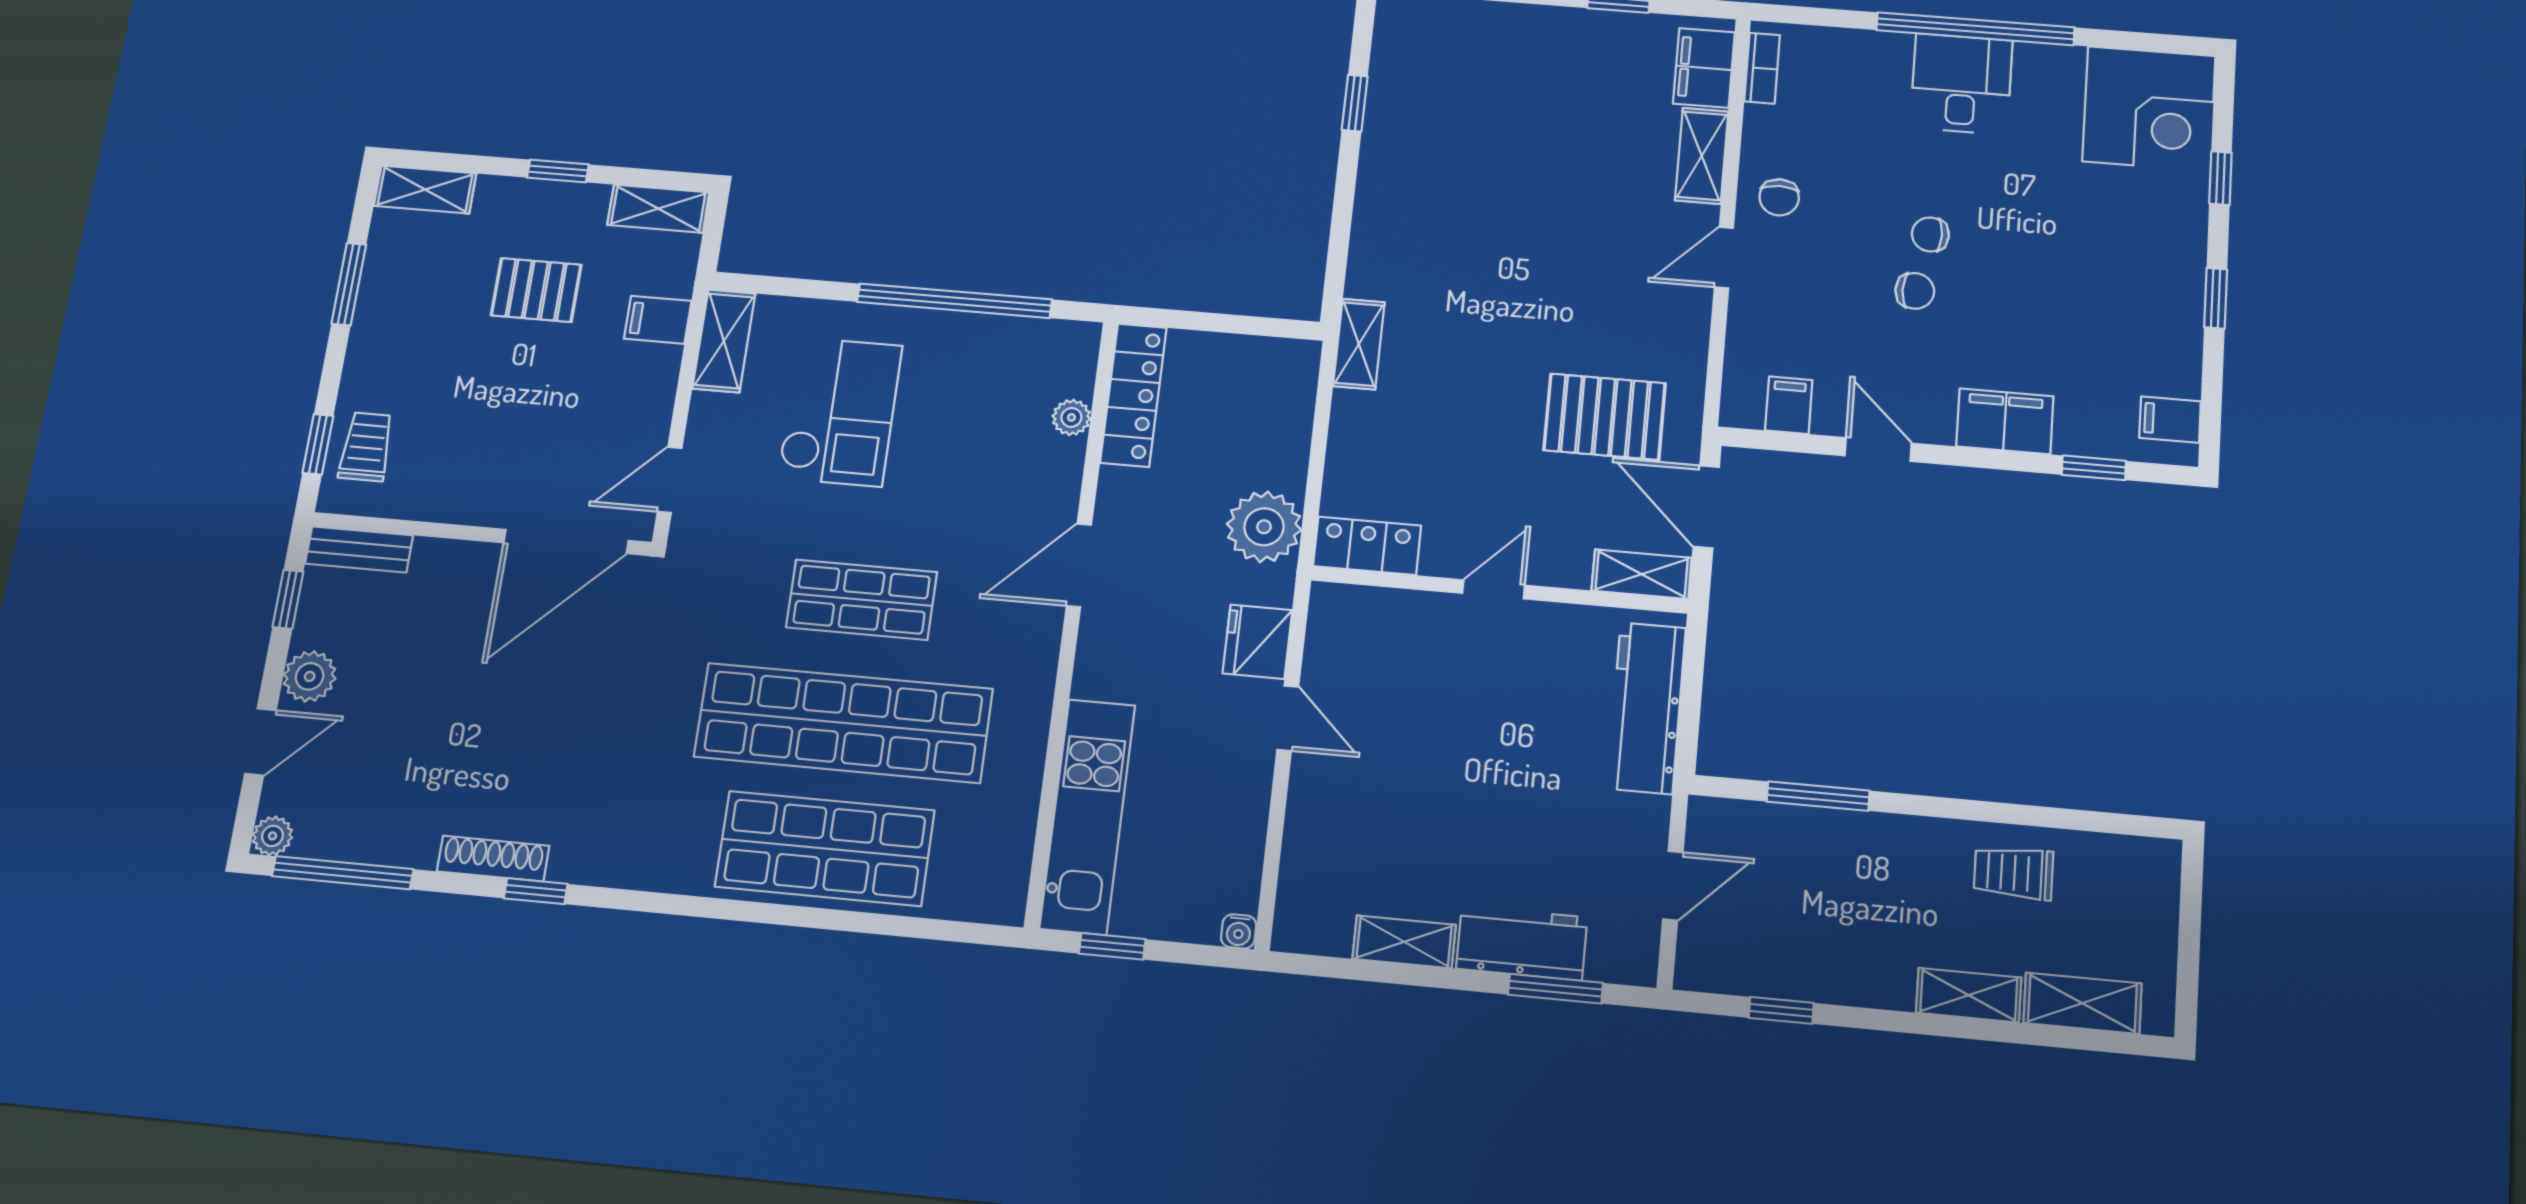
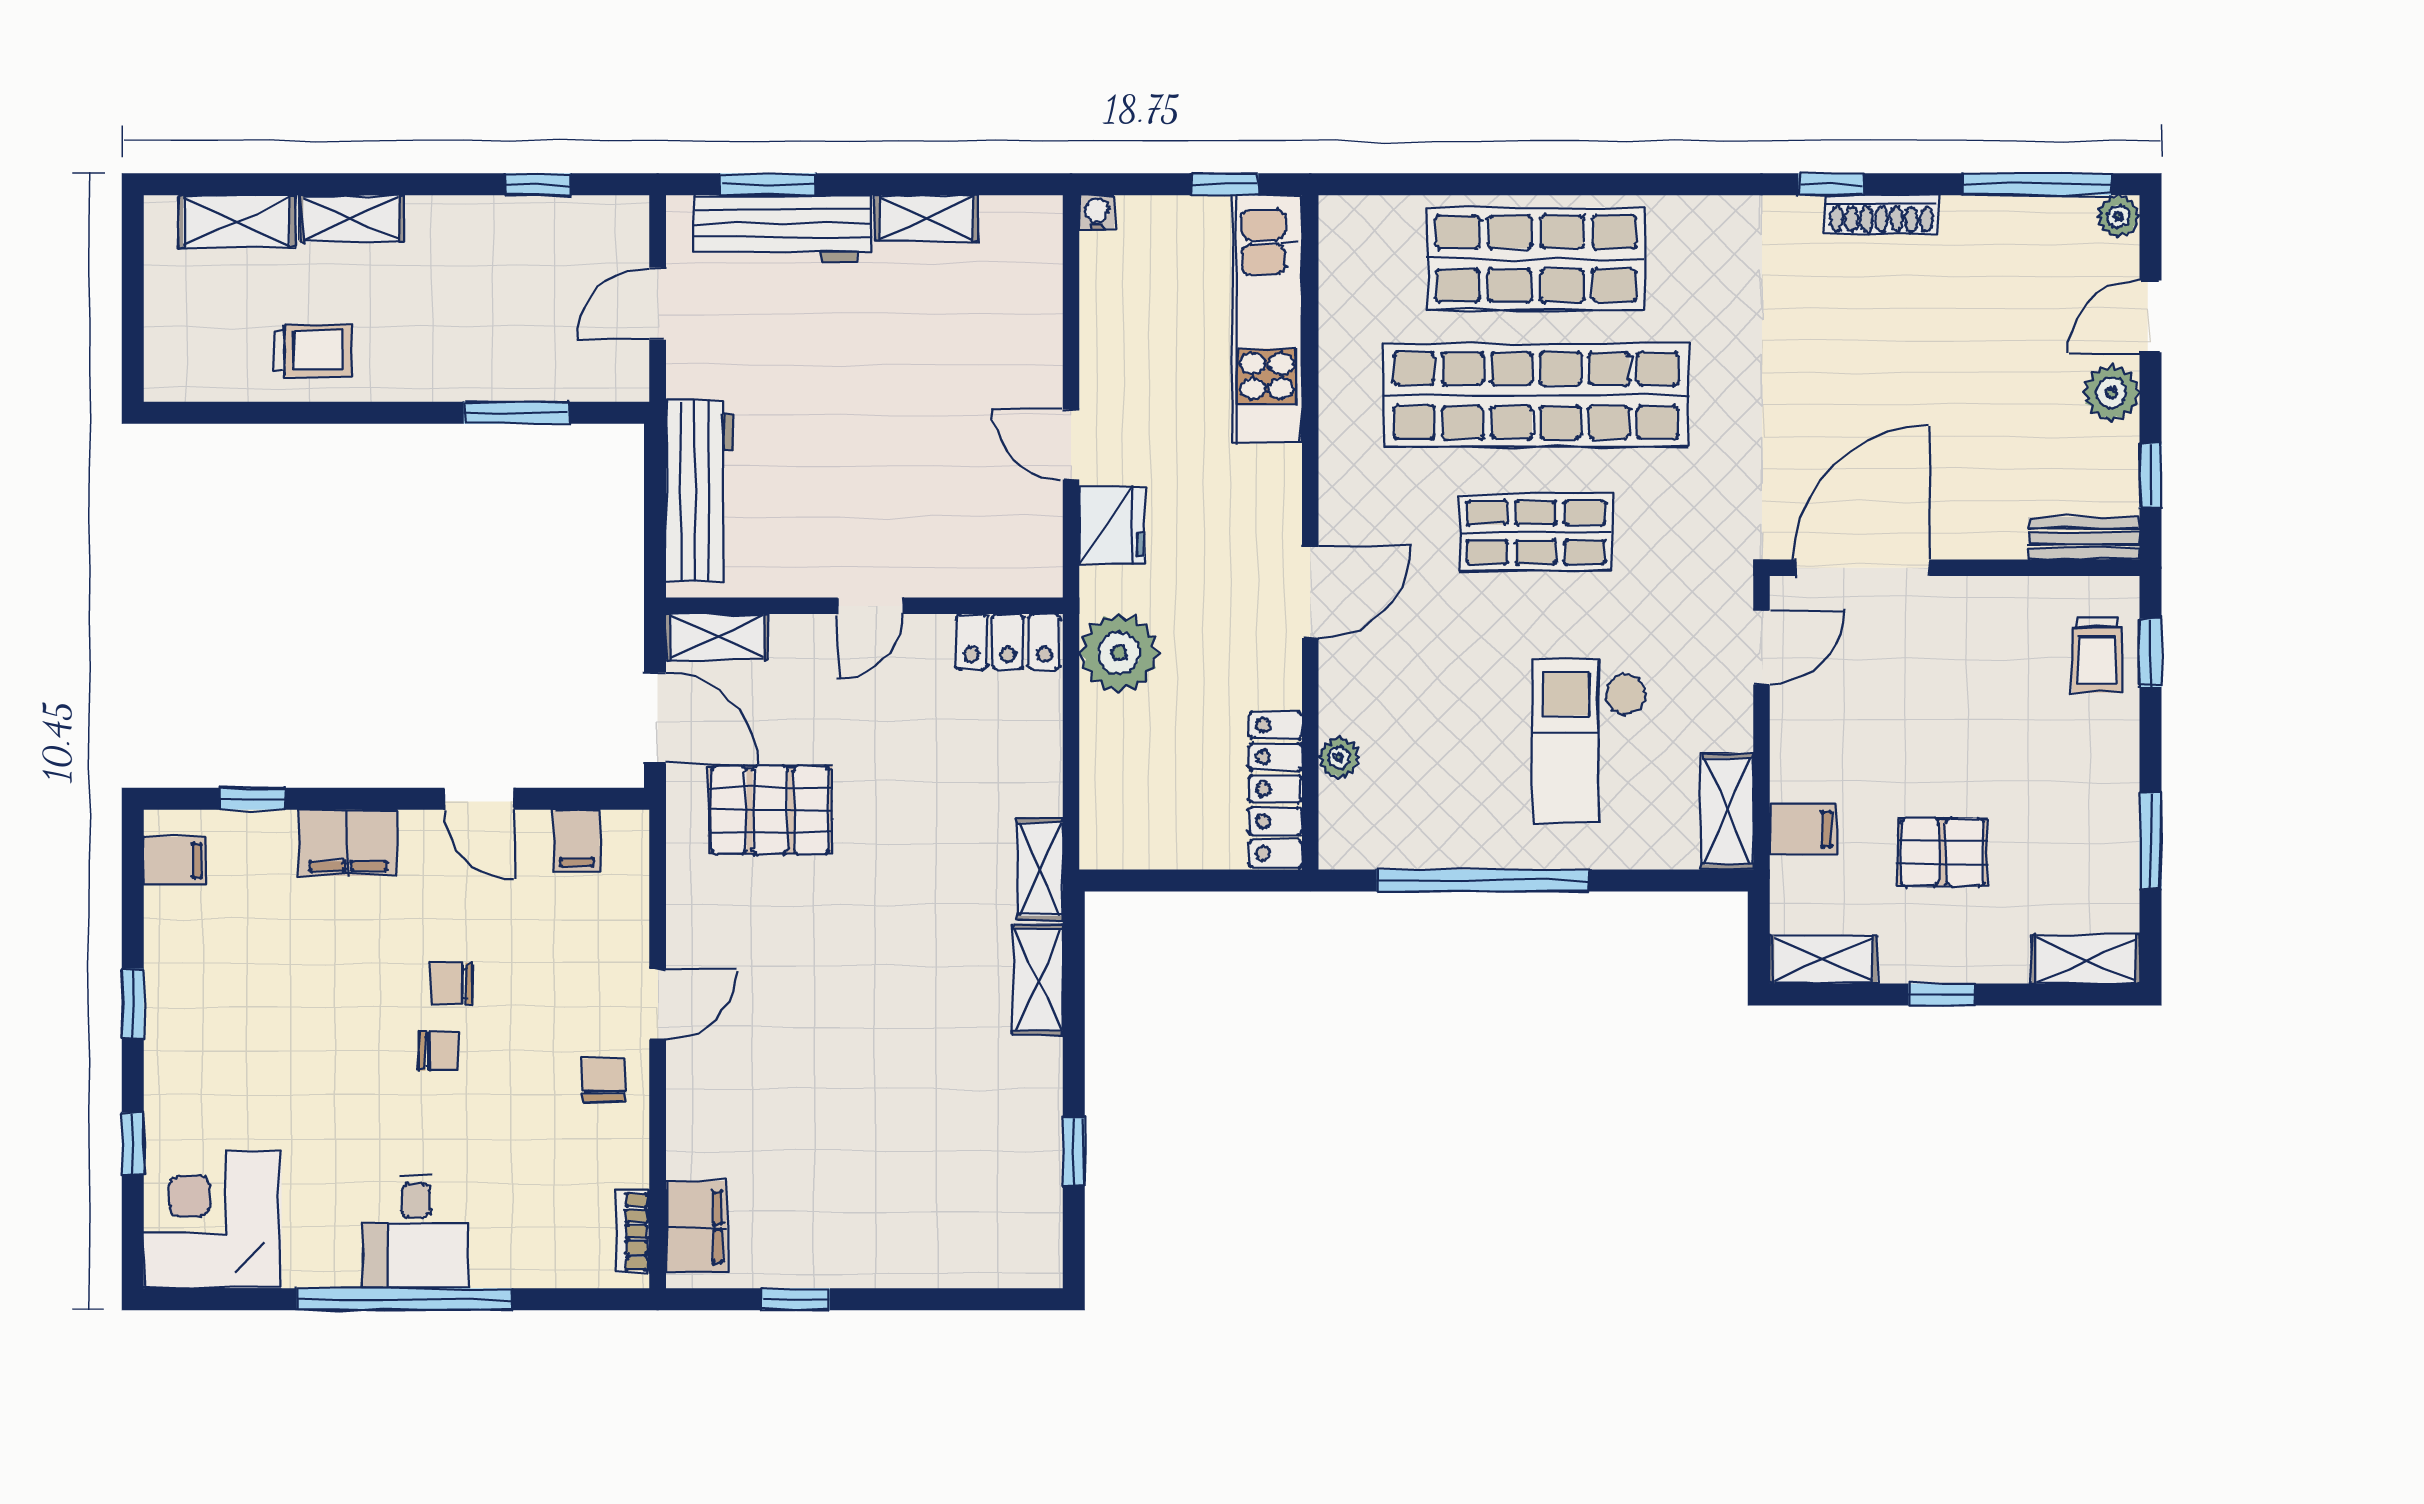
shelving: (1702, 156) -> (1038, 979), moved
workbench: (1522, 943) -> (782, 229), width x1.38

